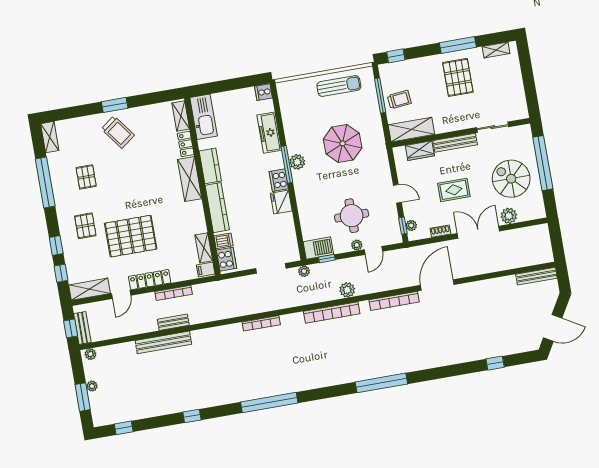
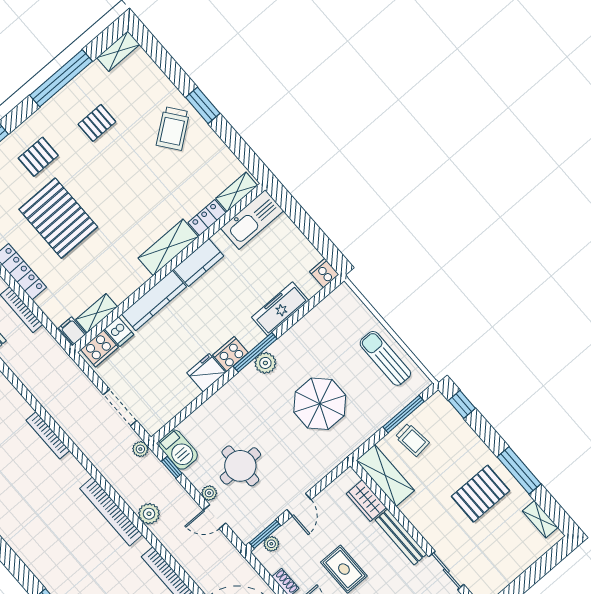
sun lounger: (339, 86) -> (385, 358), turned 180
window: (403, 226) -> (265, 534), width x1.50

